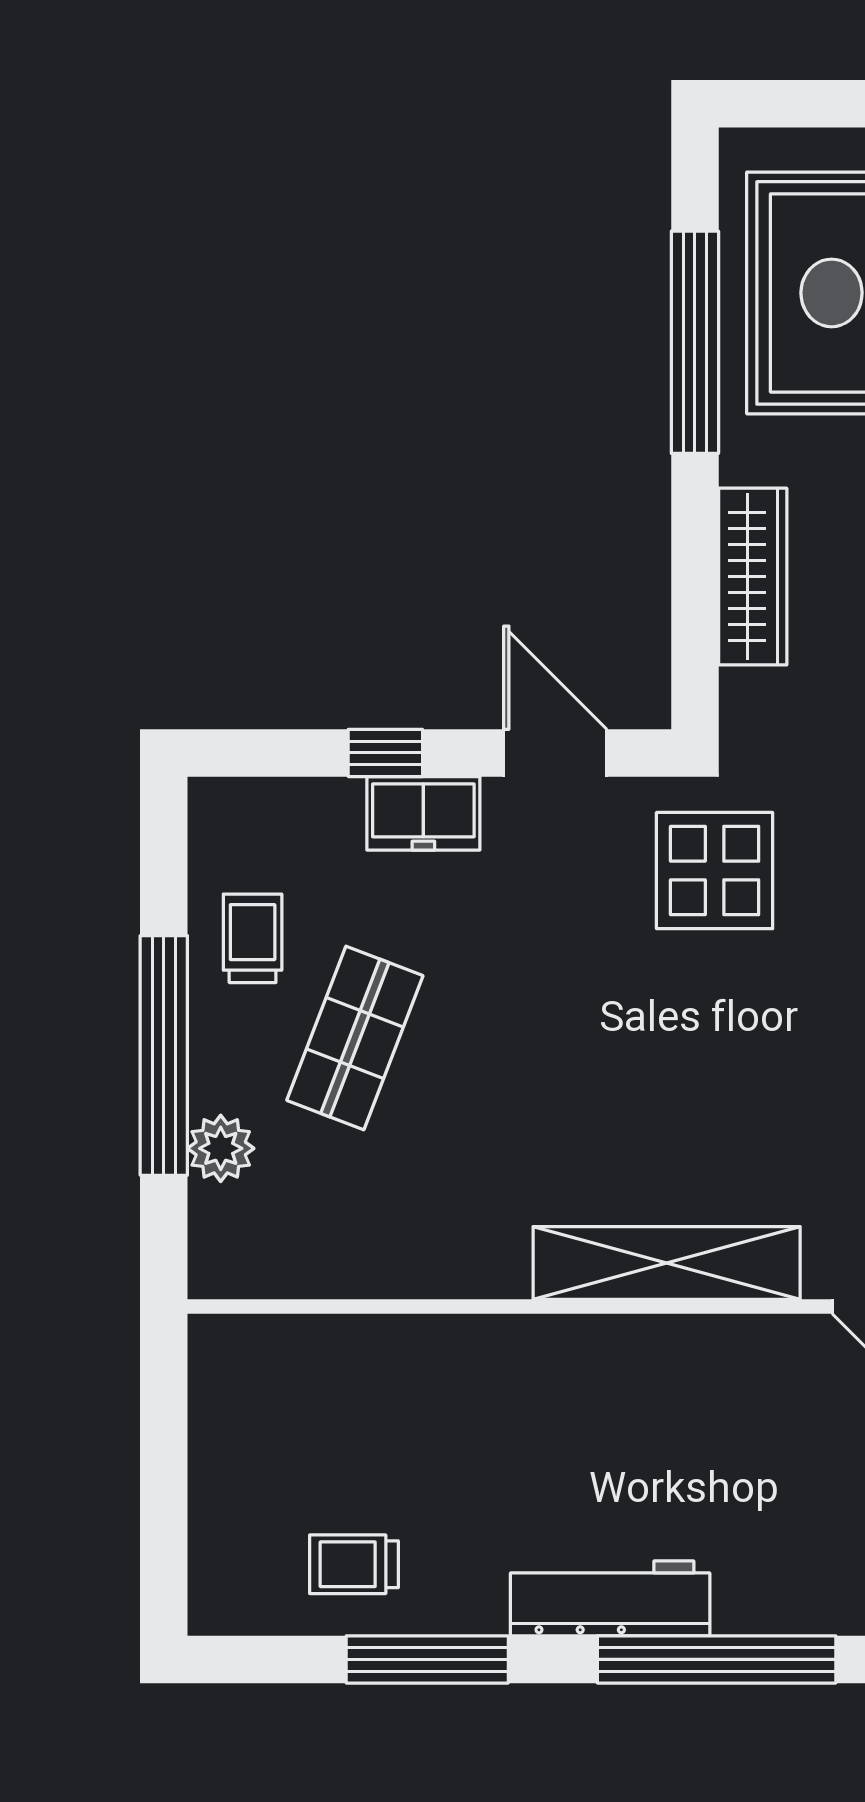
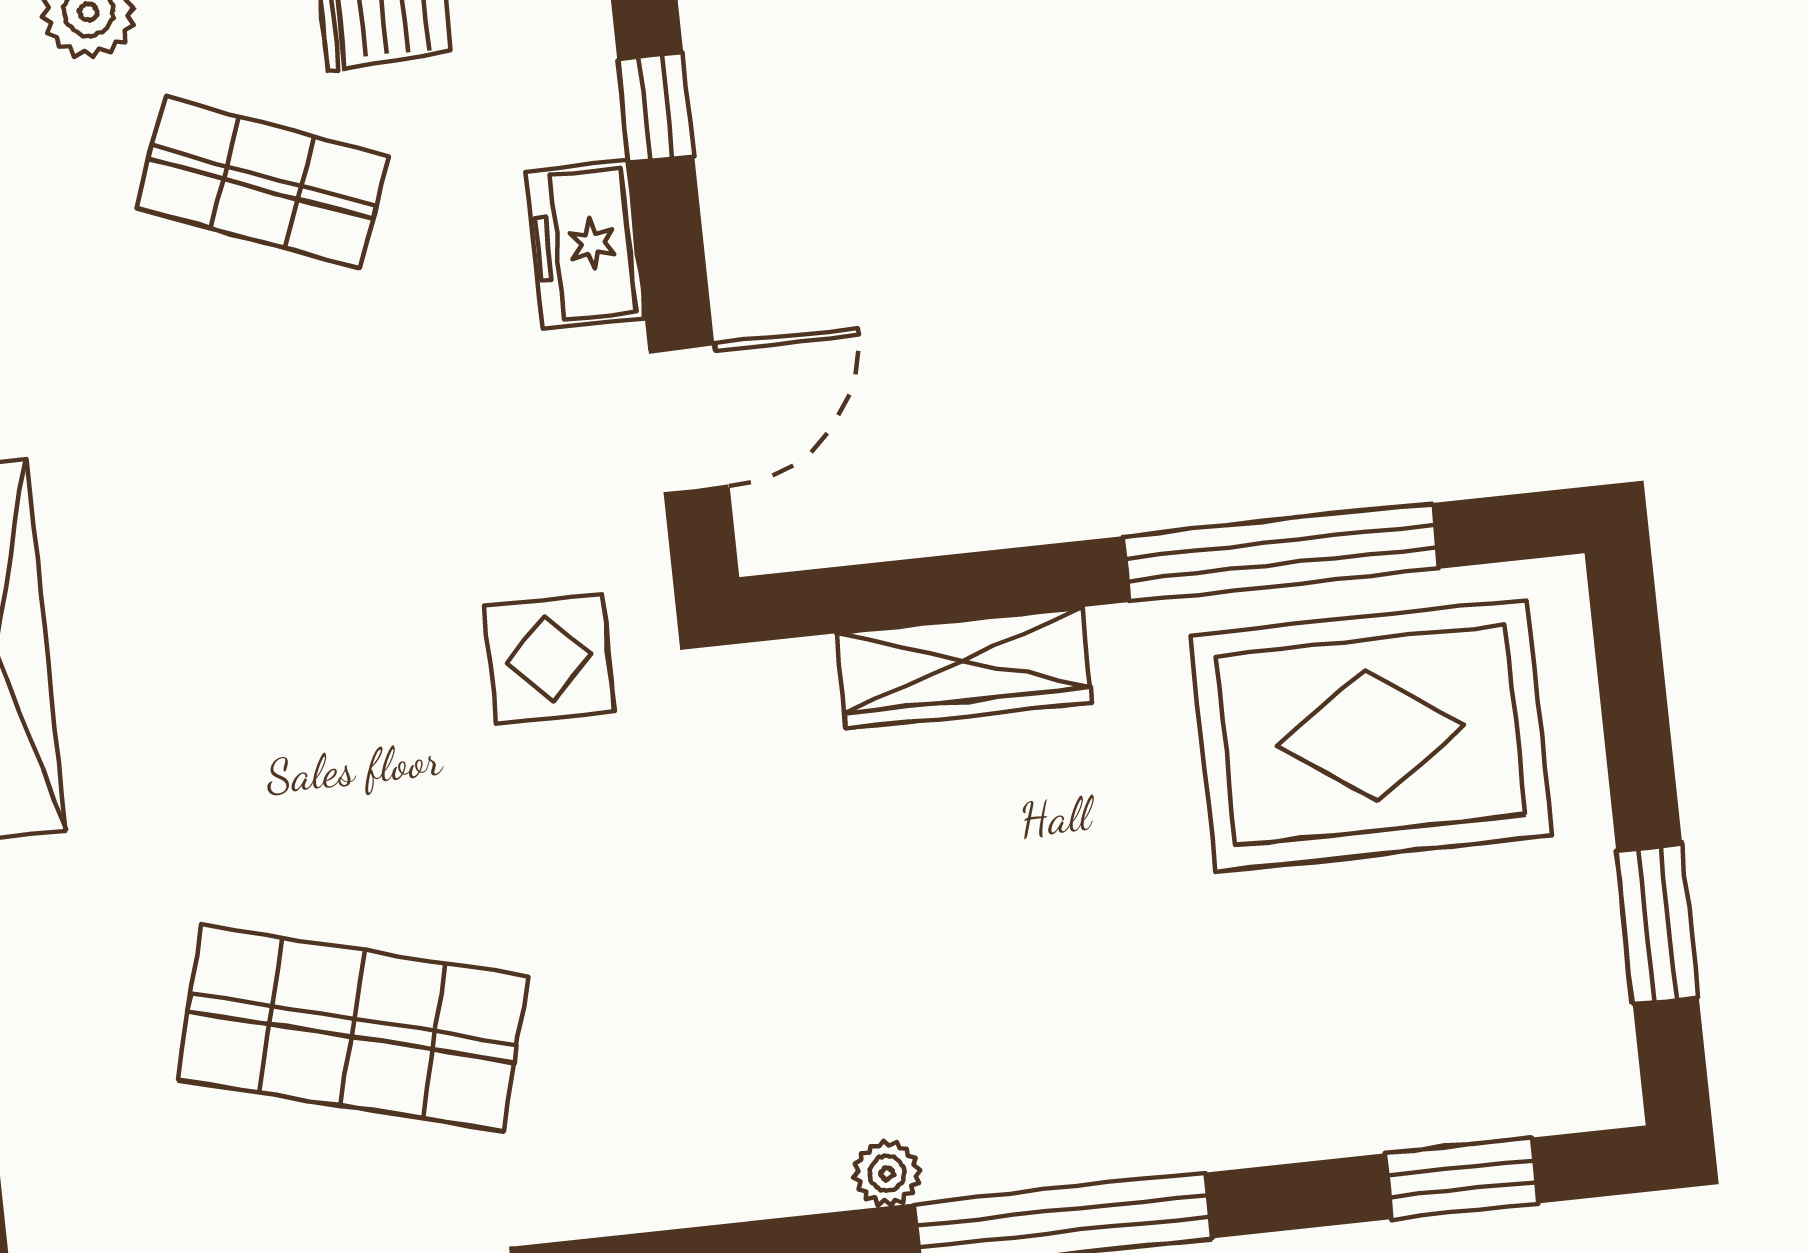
window: (385, 753) -> (656, 108), moved
display table: (715, 871) -> (549, 658), width x0.73, depth x0.73

